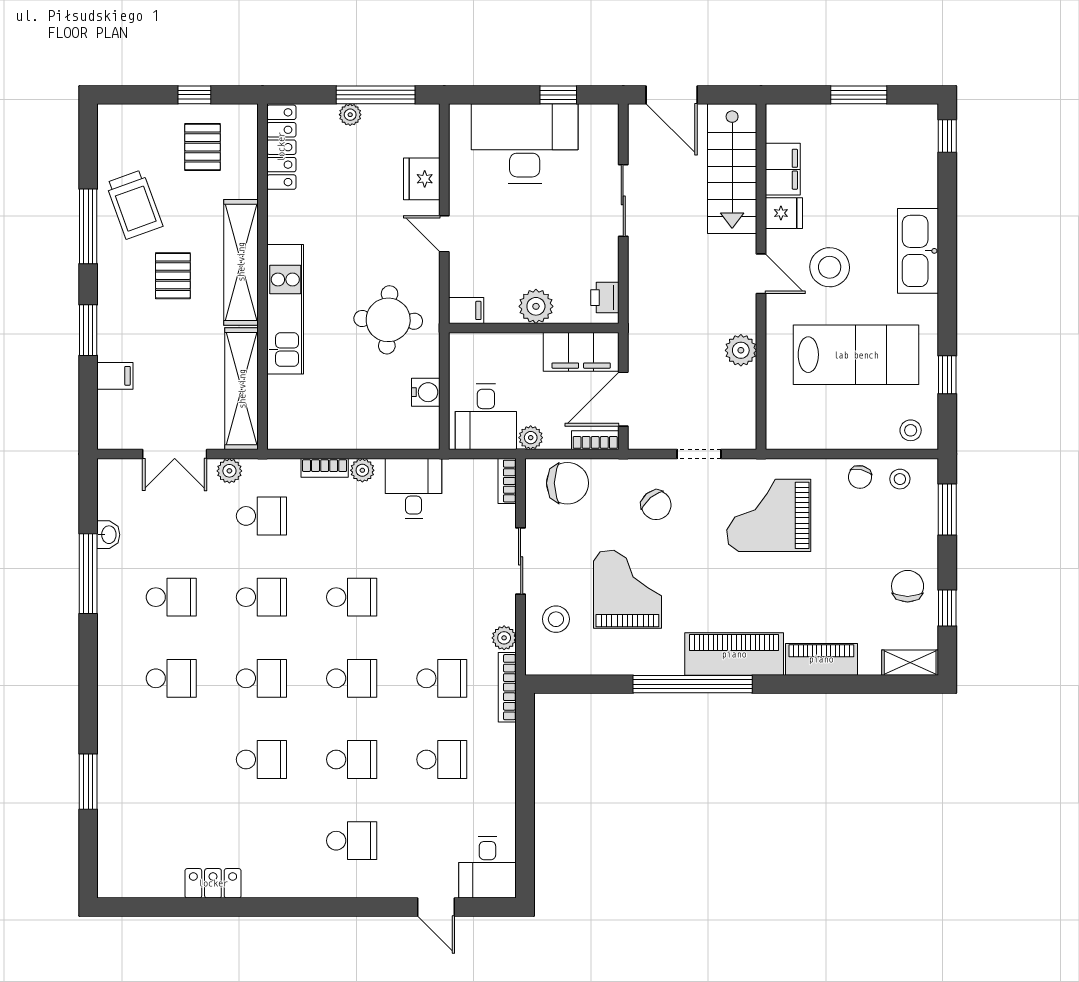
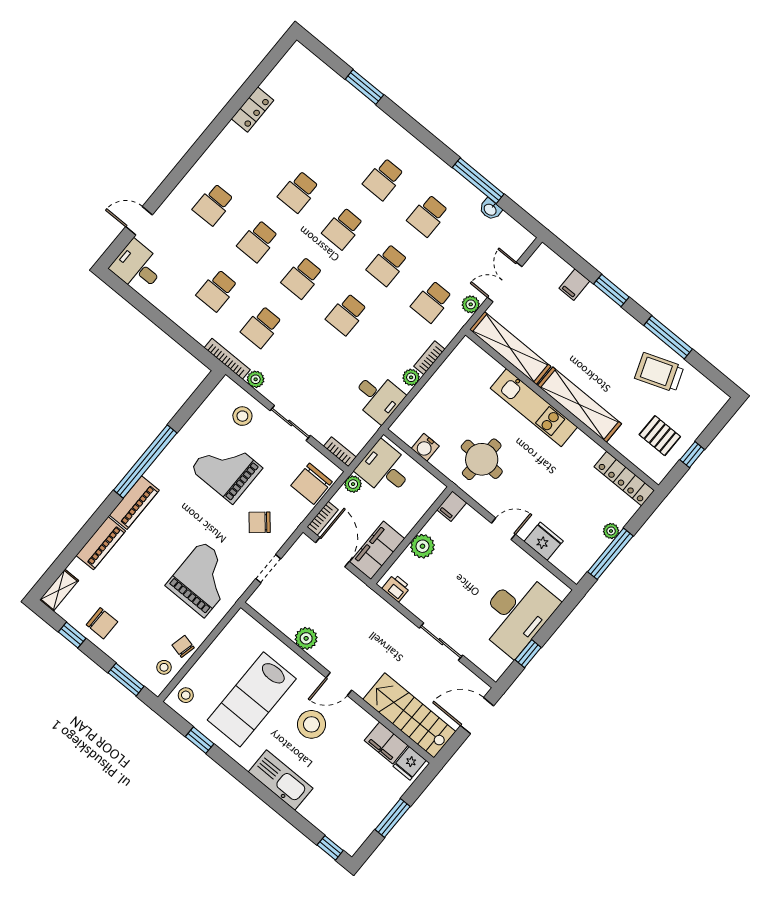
fridge: (784, 213) -> (410, 763), moved
pallet: (173, 276) -> (603, 361), removed
grand piano: (627, 589) -> (227, 469), turned 180
piano: (734, 654) -> (134, 503), width x0.73, depth x0.75

